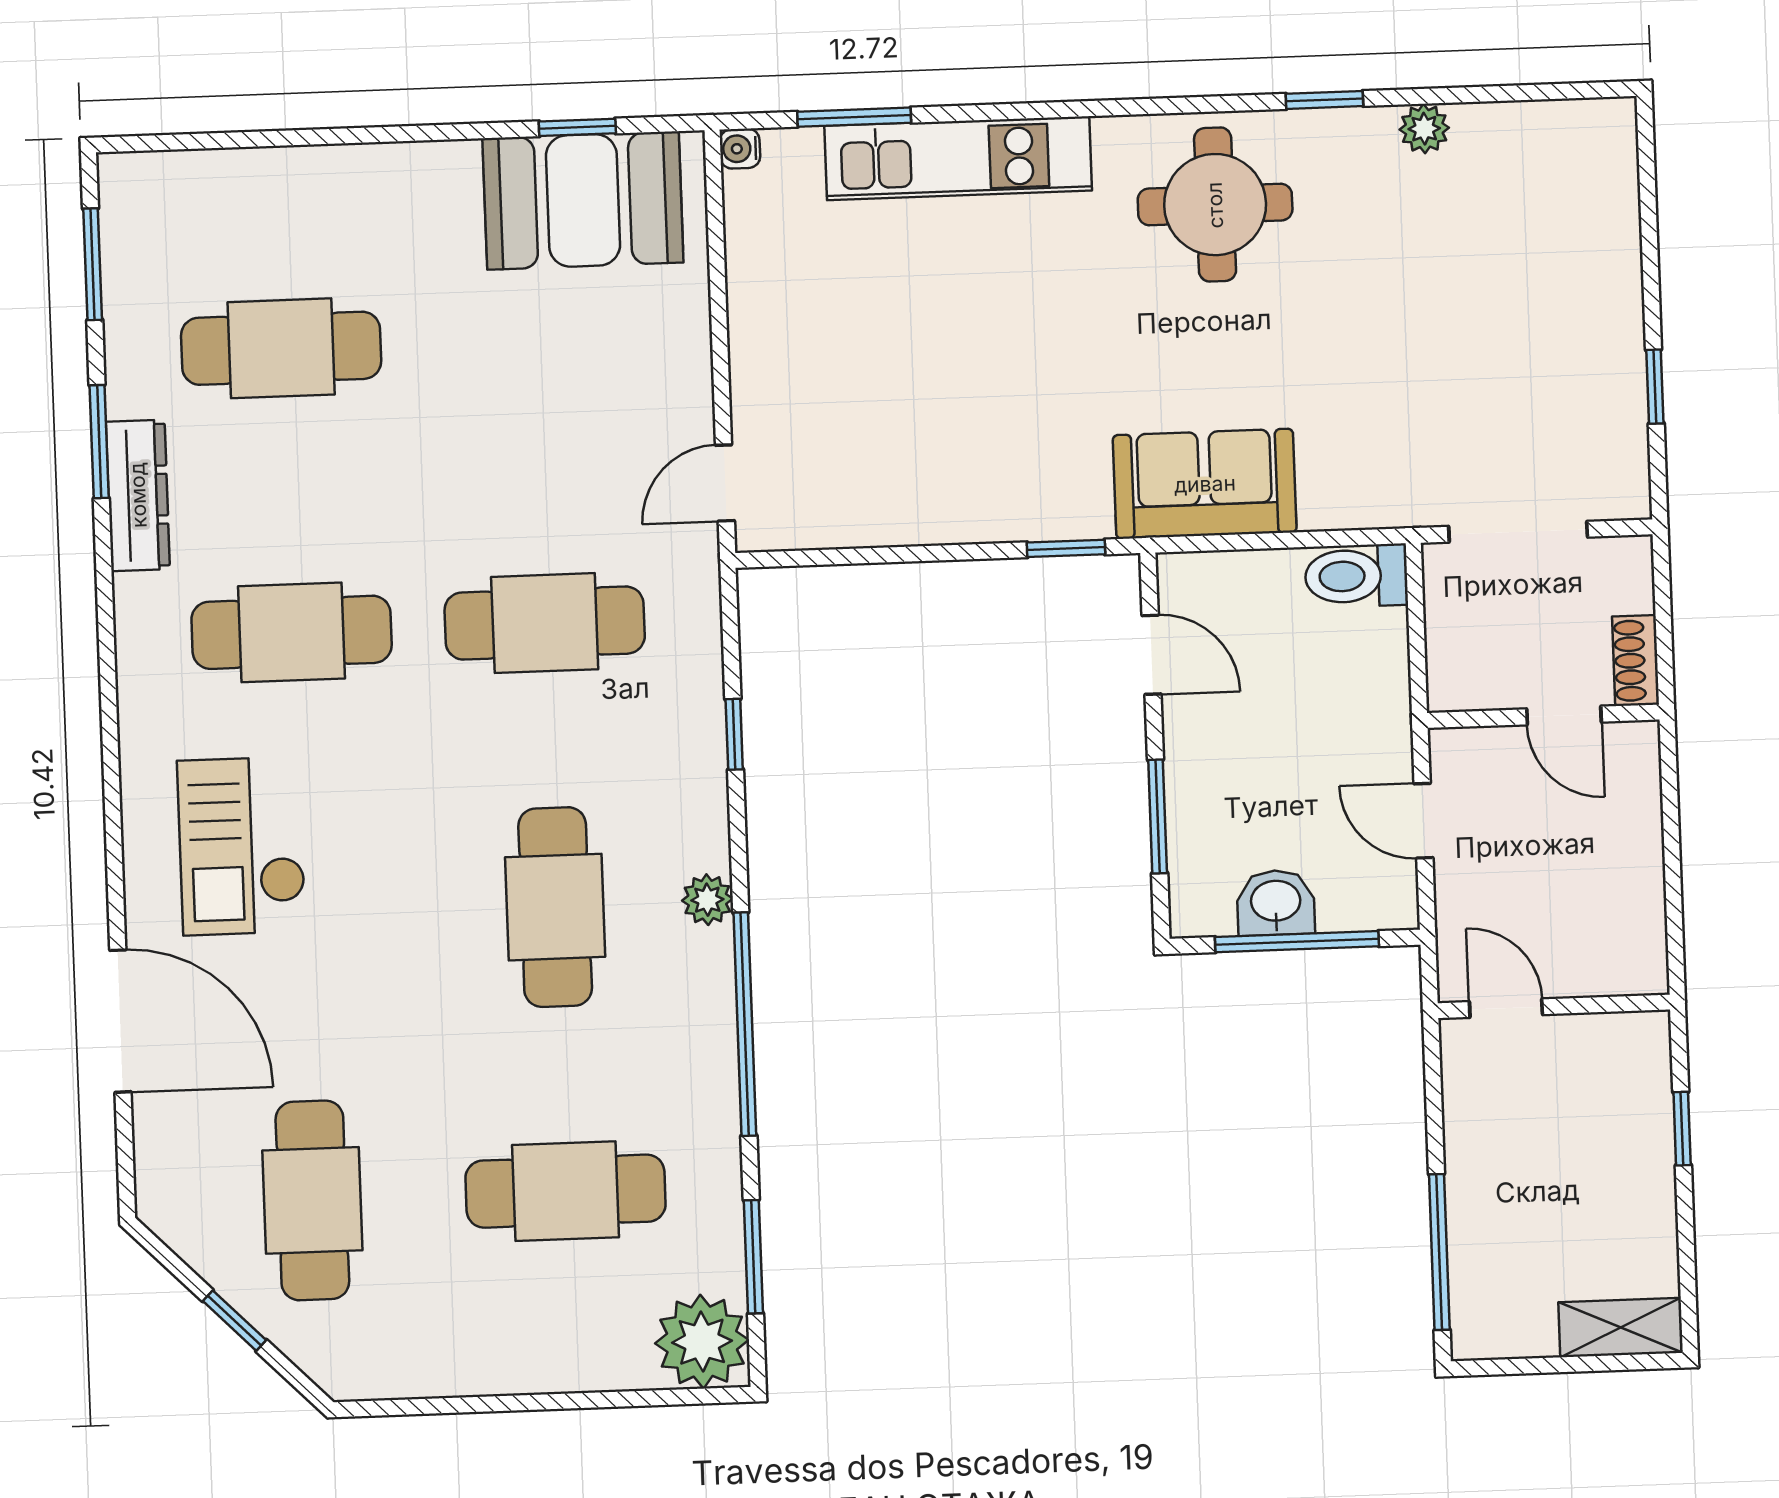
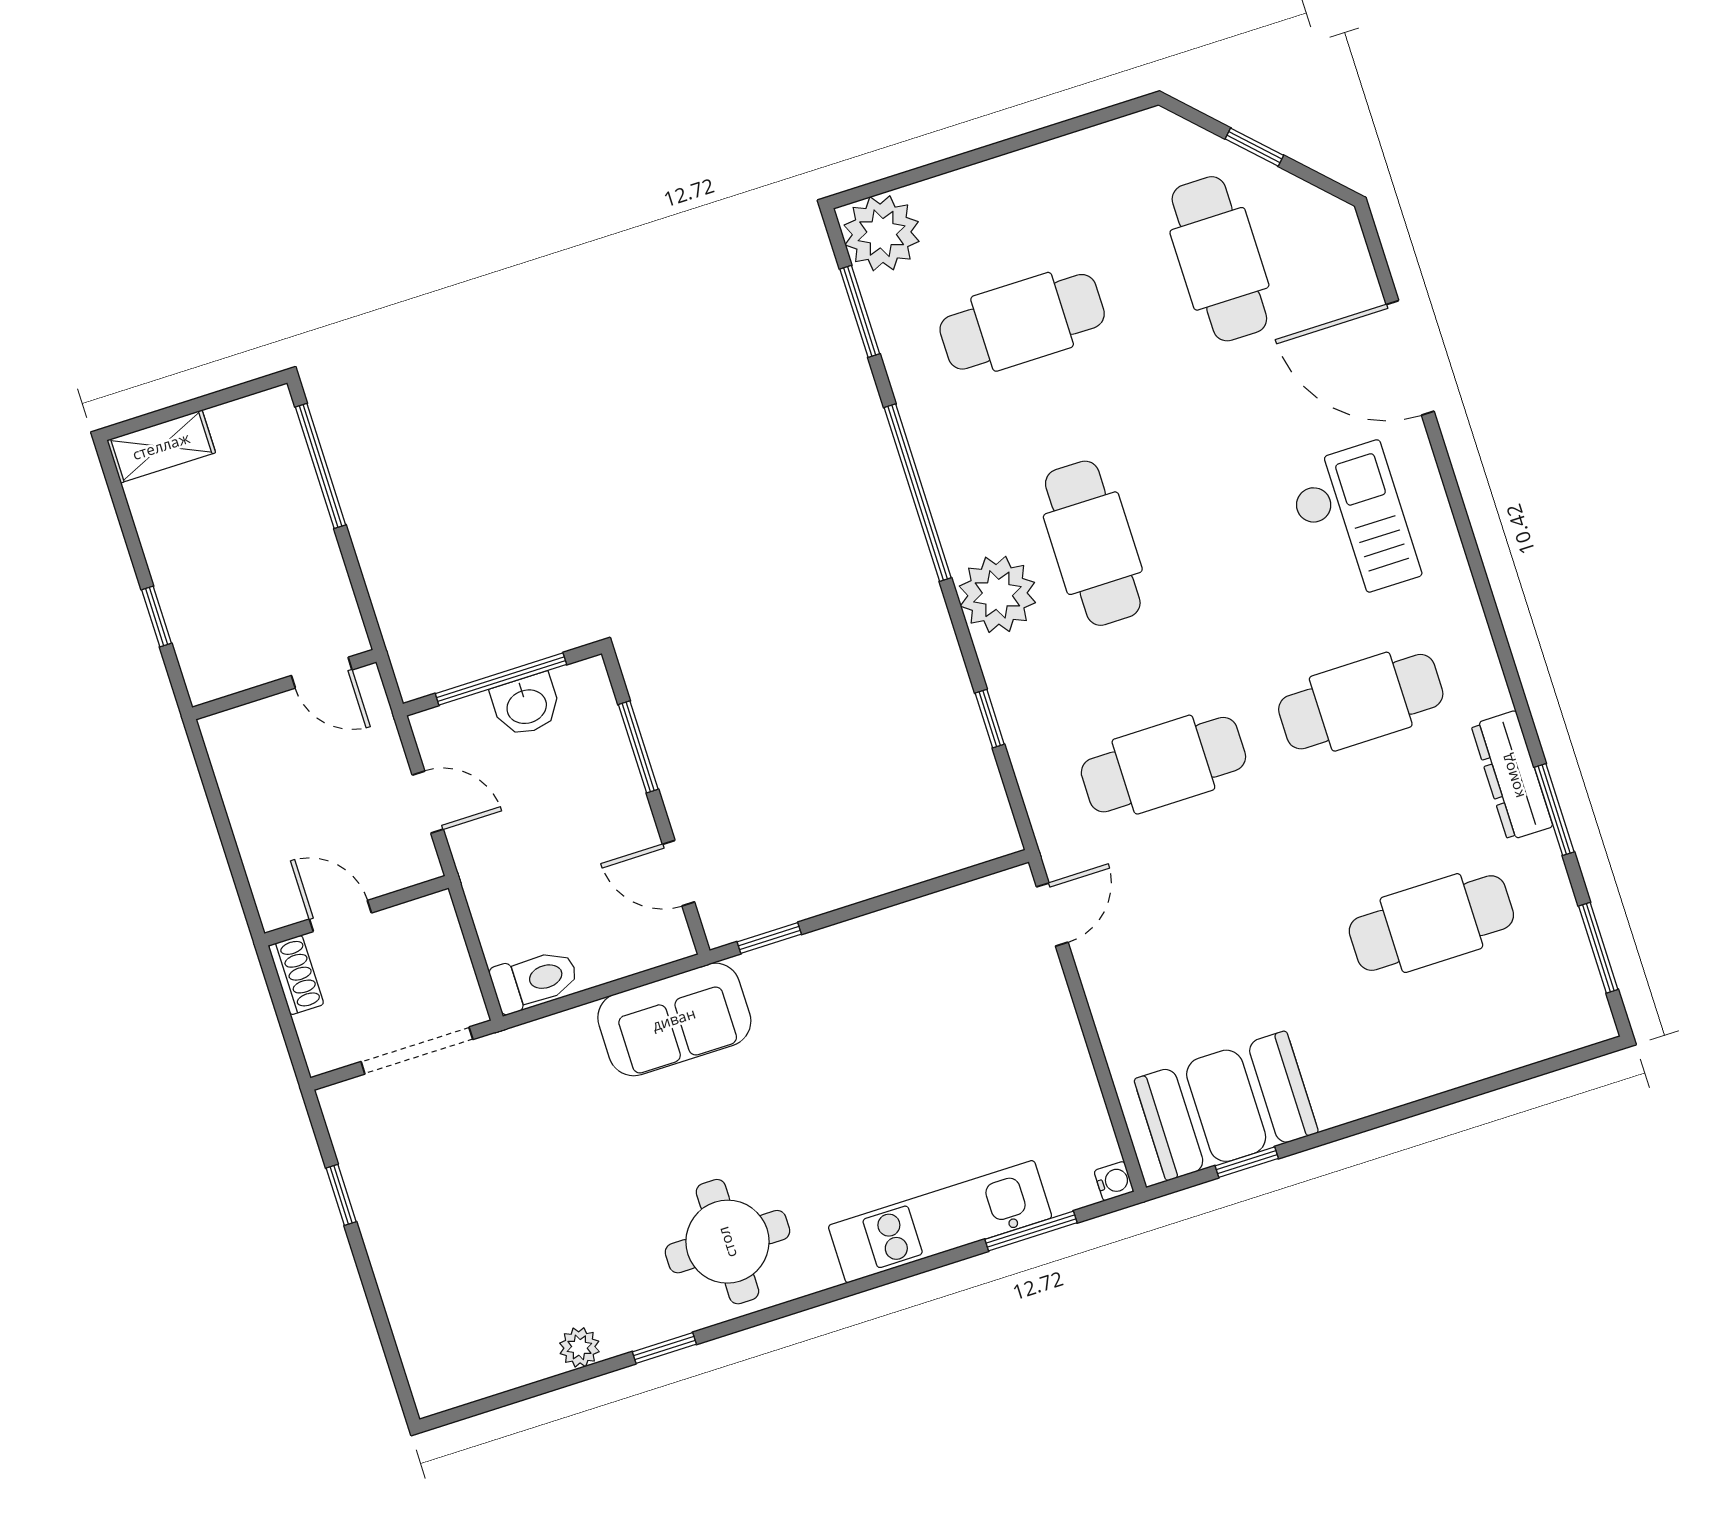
plant: (707, 900) -> (997, 594), width x1.88, depth x1.88

